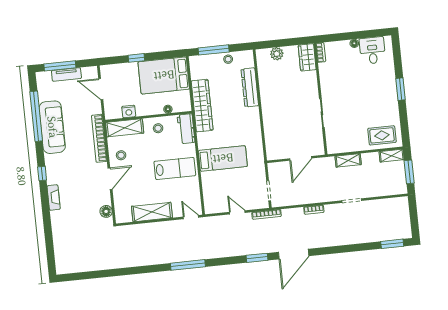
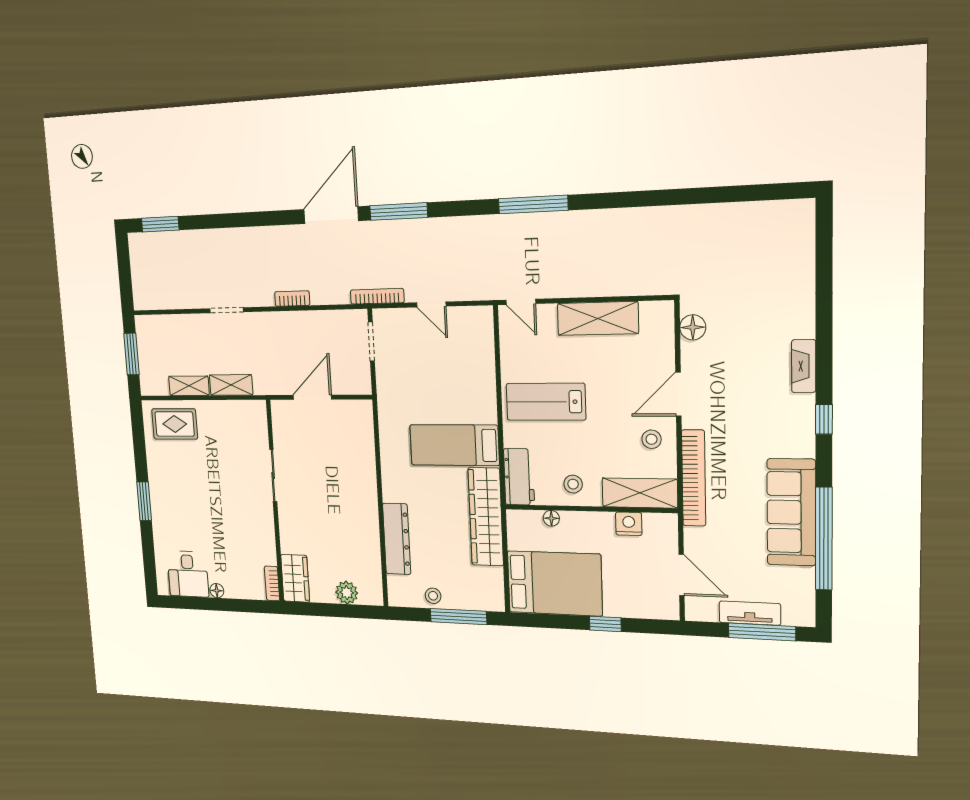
shelving: (392, 156) -> (189, 386), moved
bed: (223, 158) -> (454, 445), moved
window: (257, 258) -> (399, 212), width x1.44

